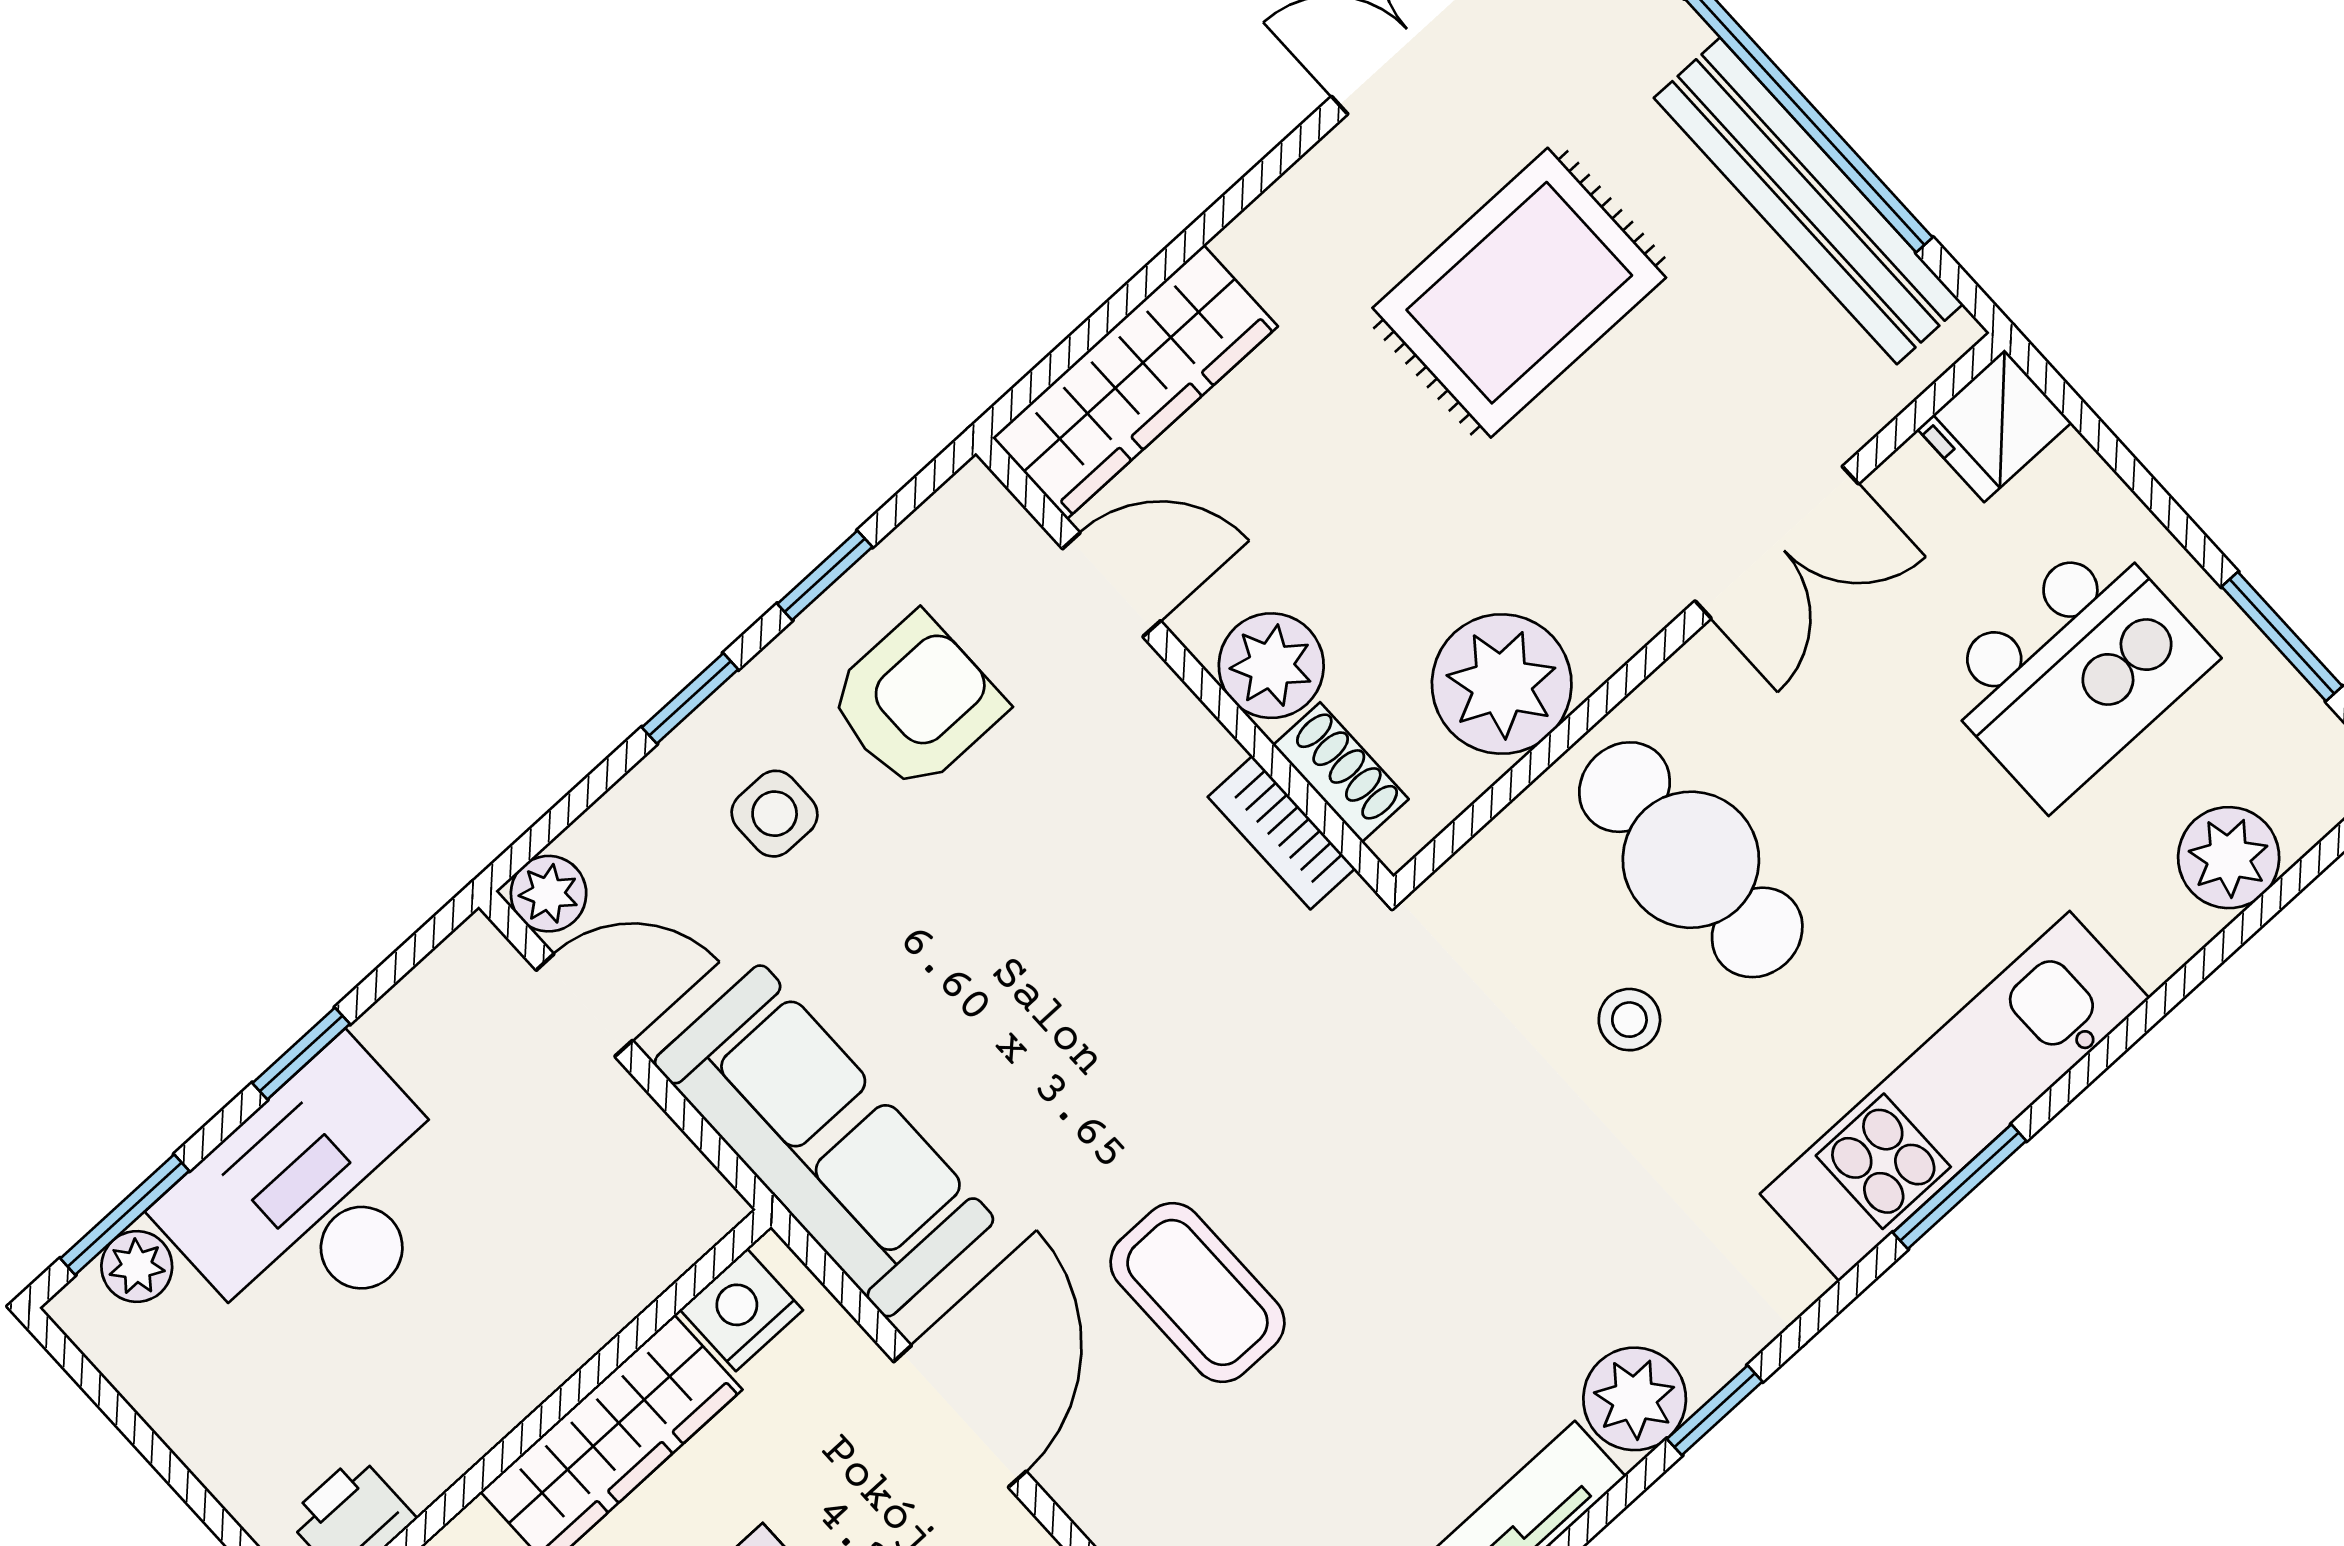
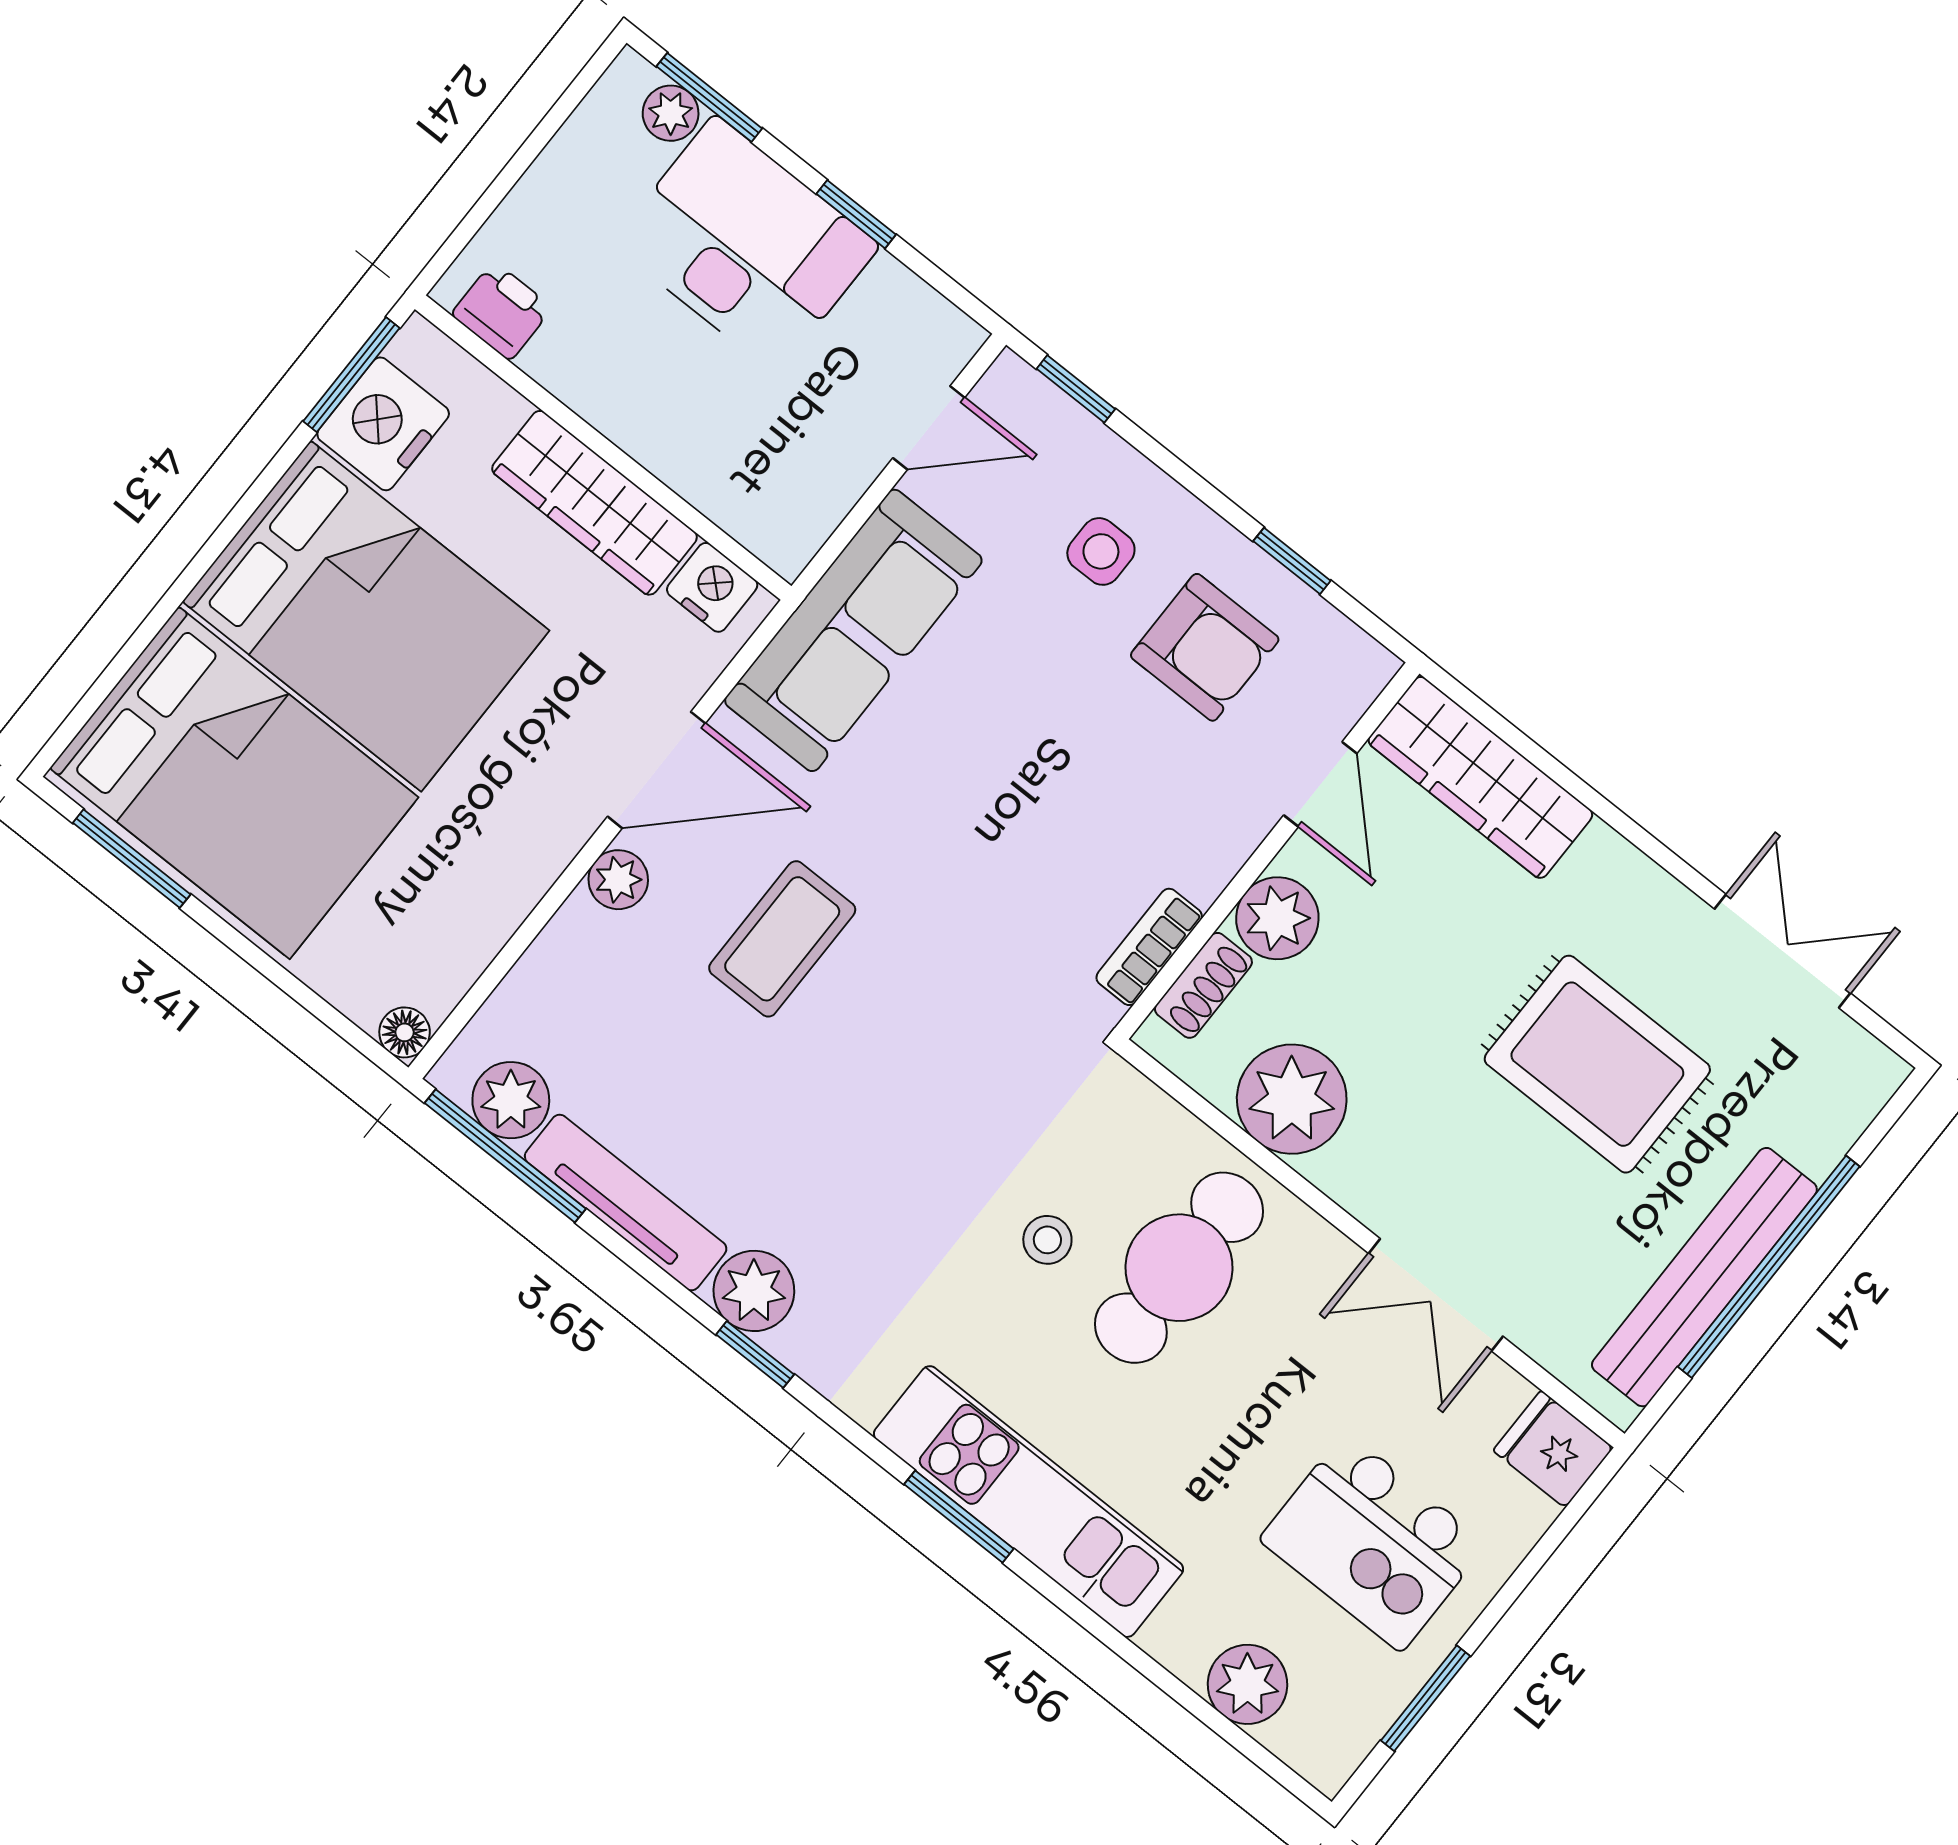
window: (690, 698) -> (1076, 389), moved
plant: (549, 894) -> (618, 880), moved
door: (584, 1005) -> (929, 428), hinge flipped

